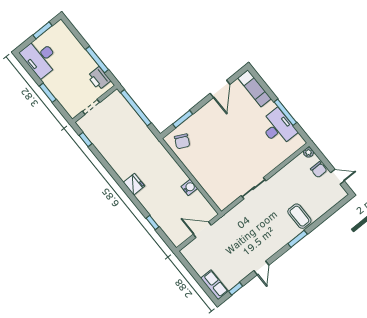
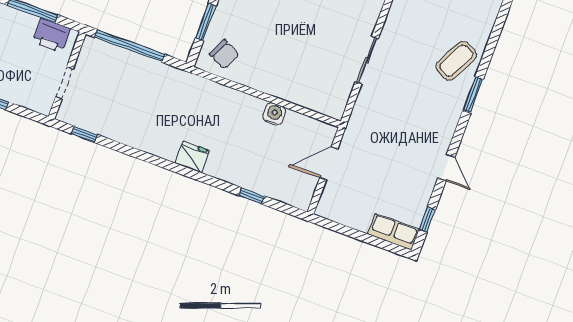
coffee table: (299, 216) -> (456, 61), turned -63

